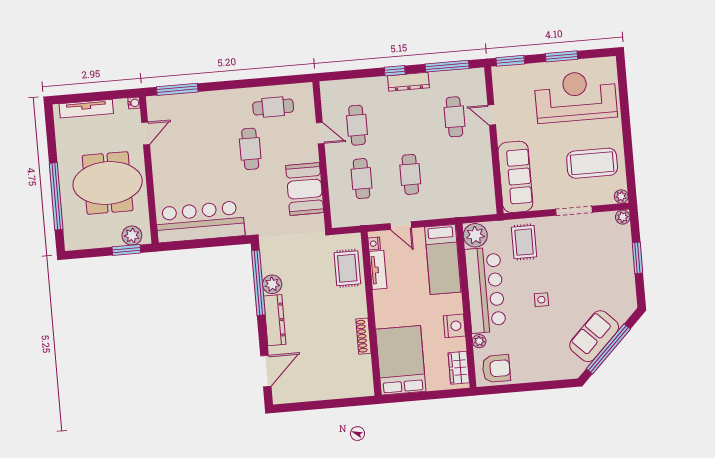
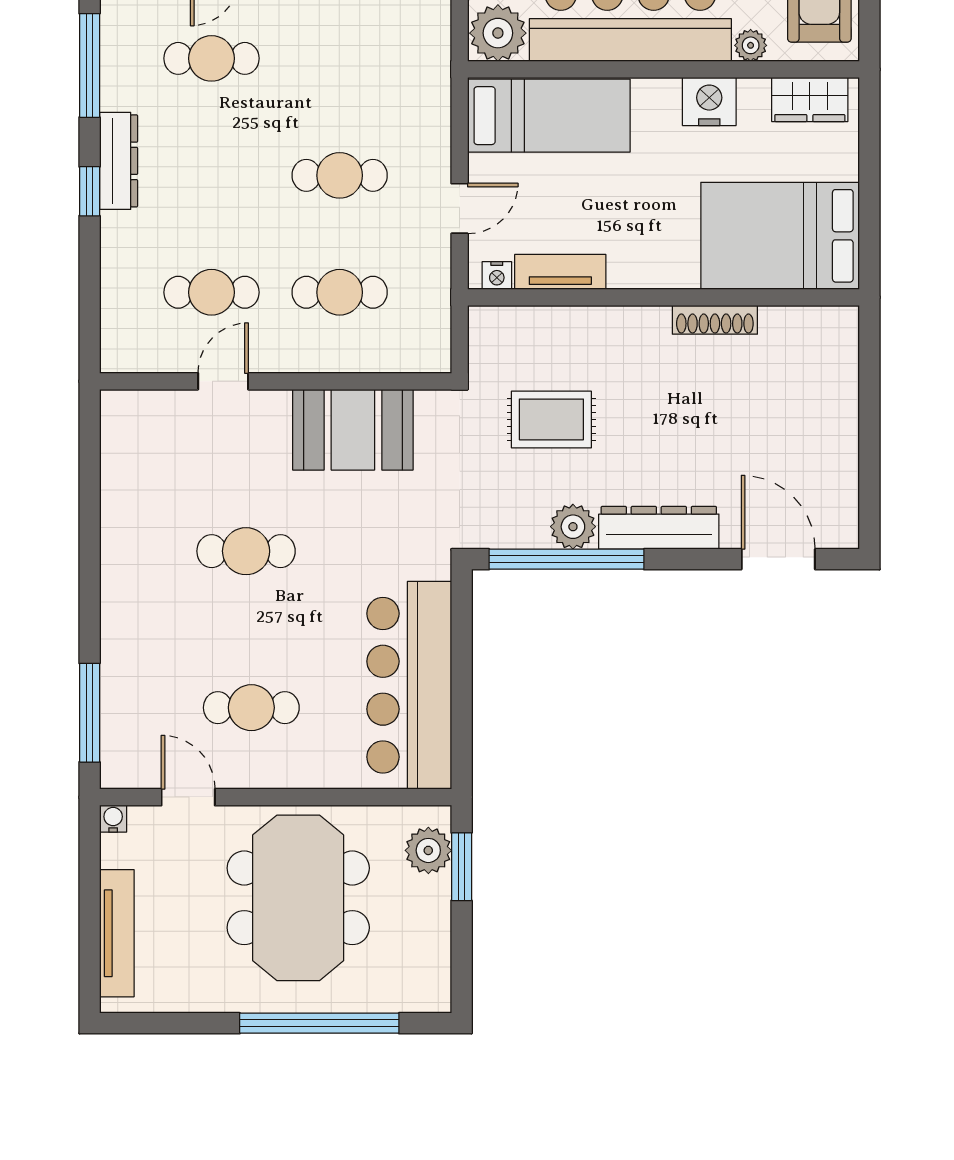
cafe table: (273, 107) -> (251, 708), moved, turned 90
rug: (347, 268) -> (551, 419), moved

